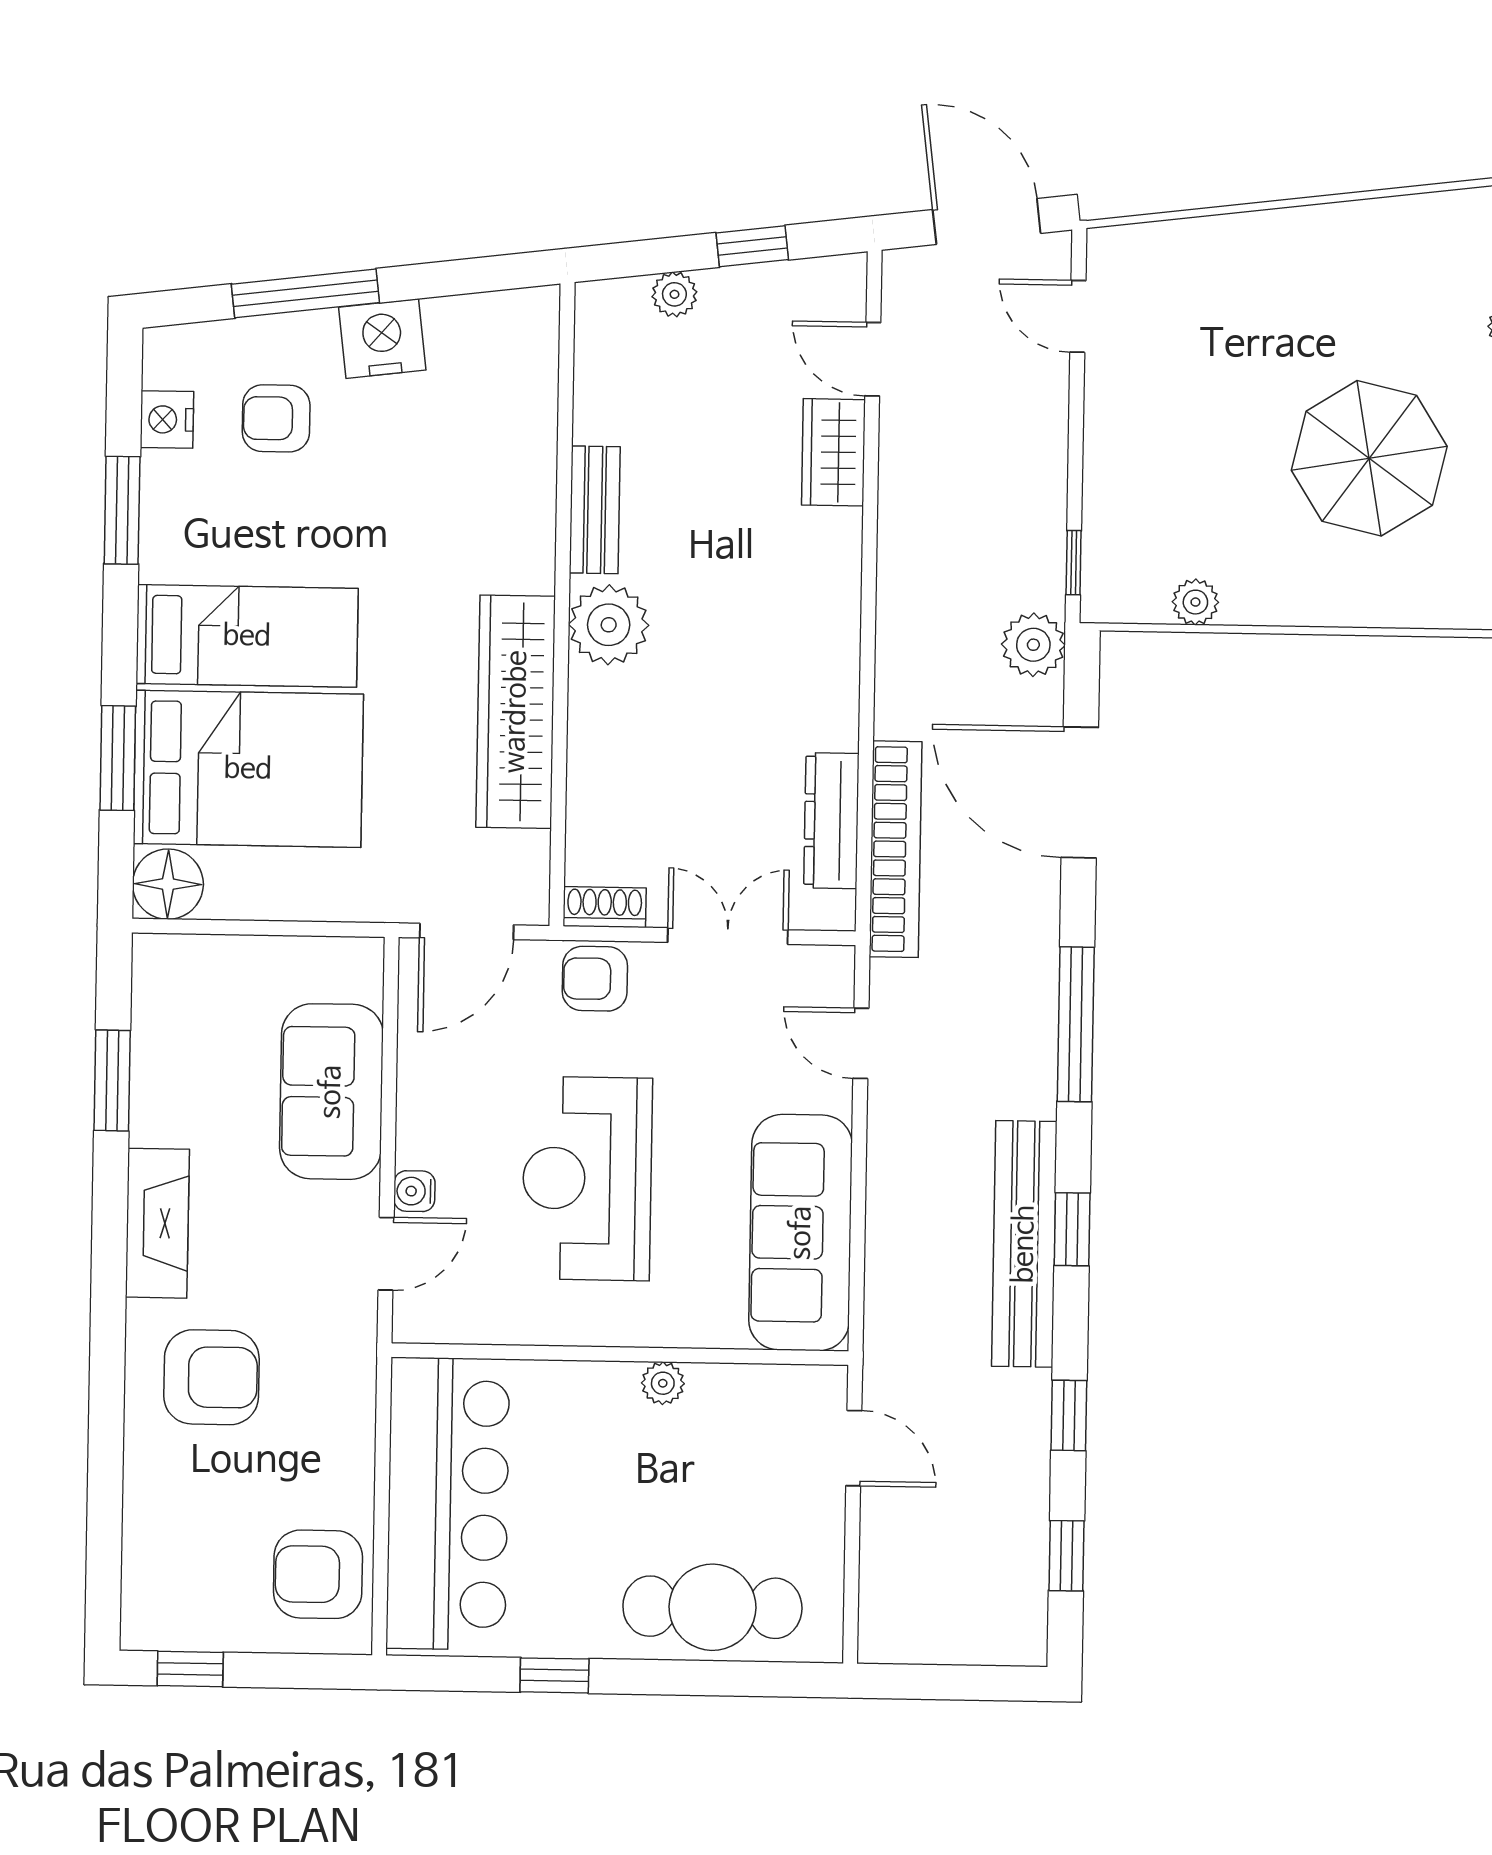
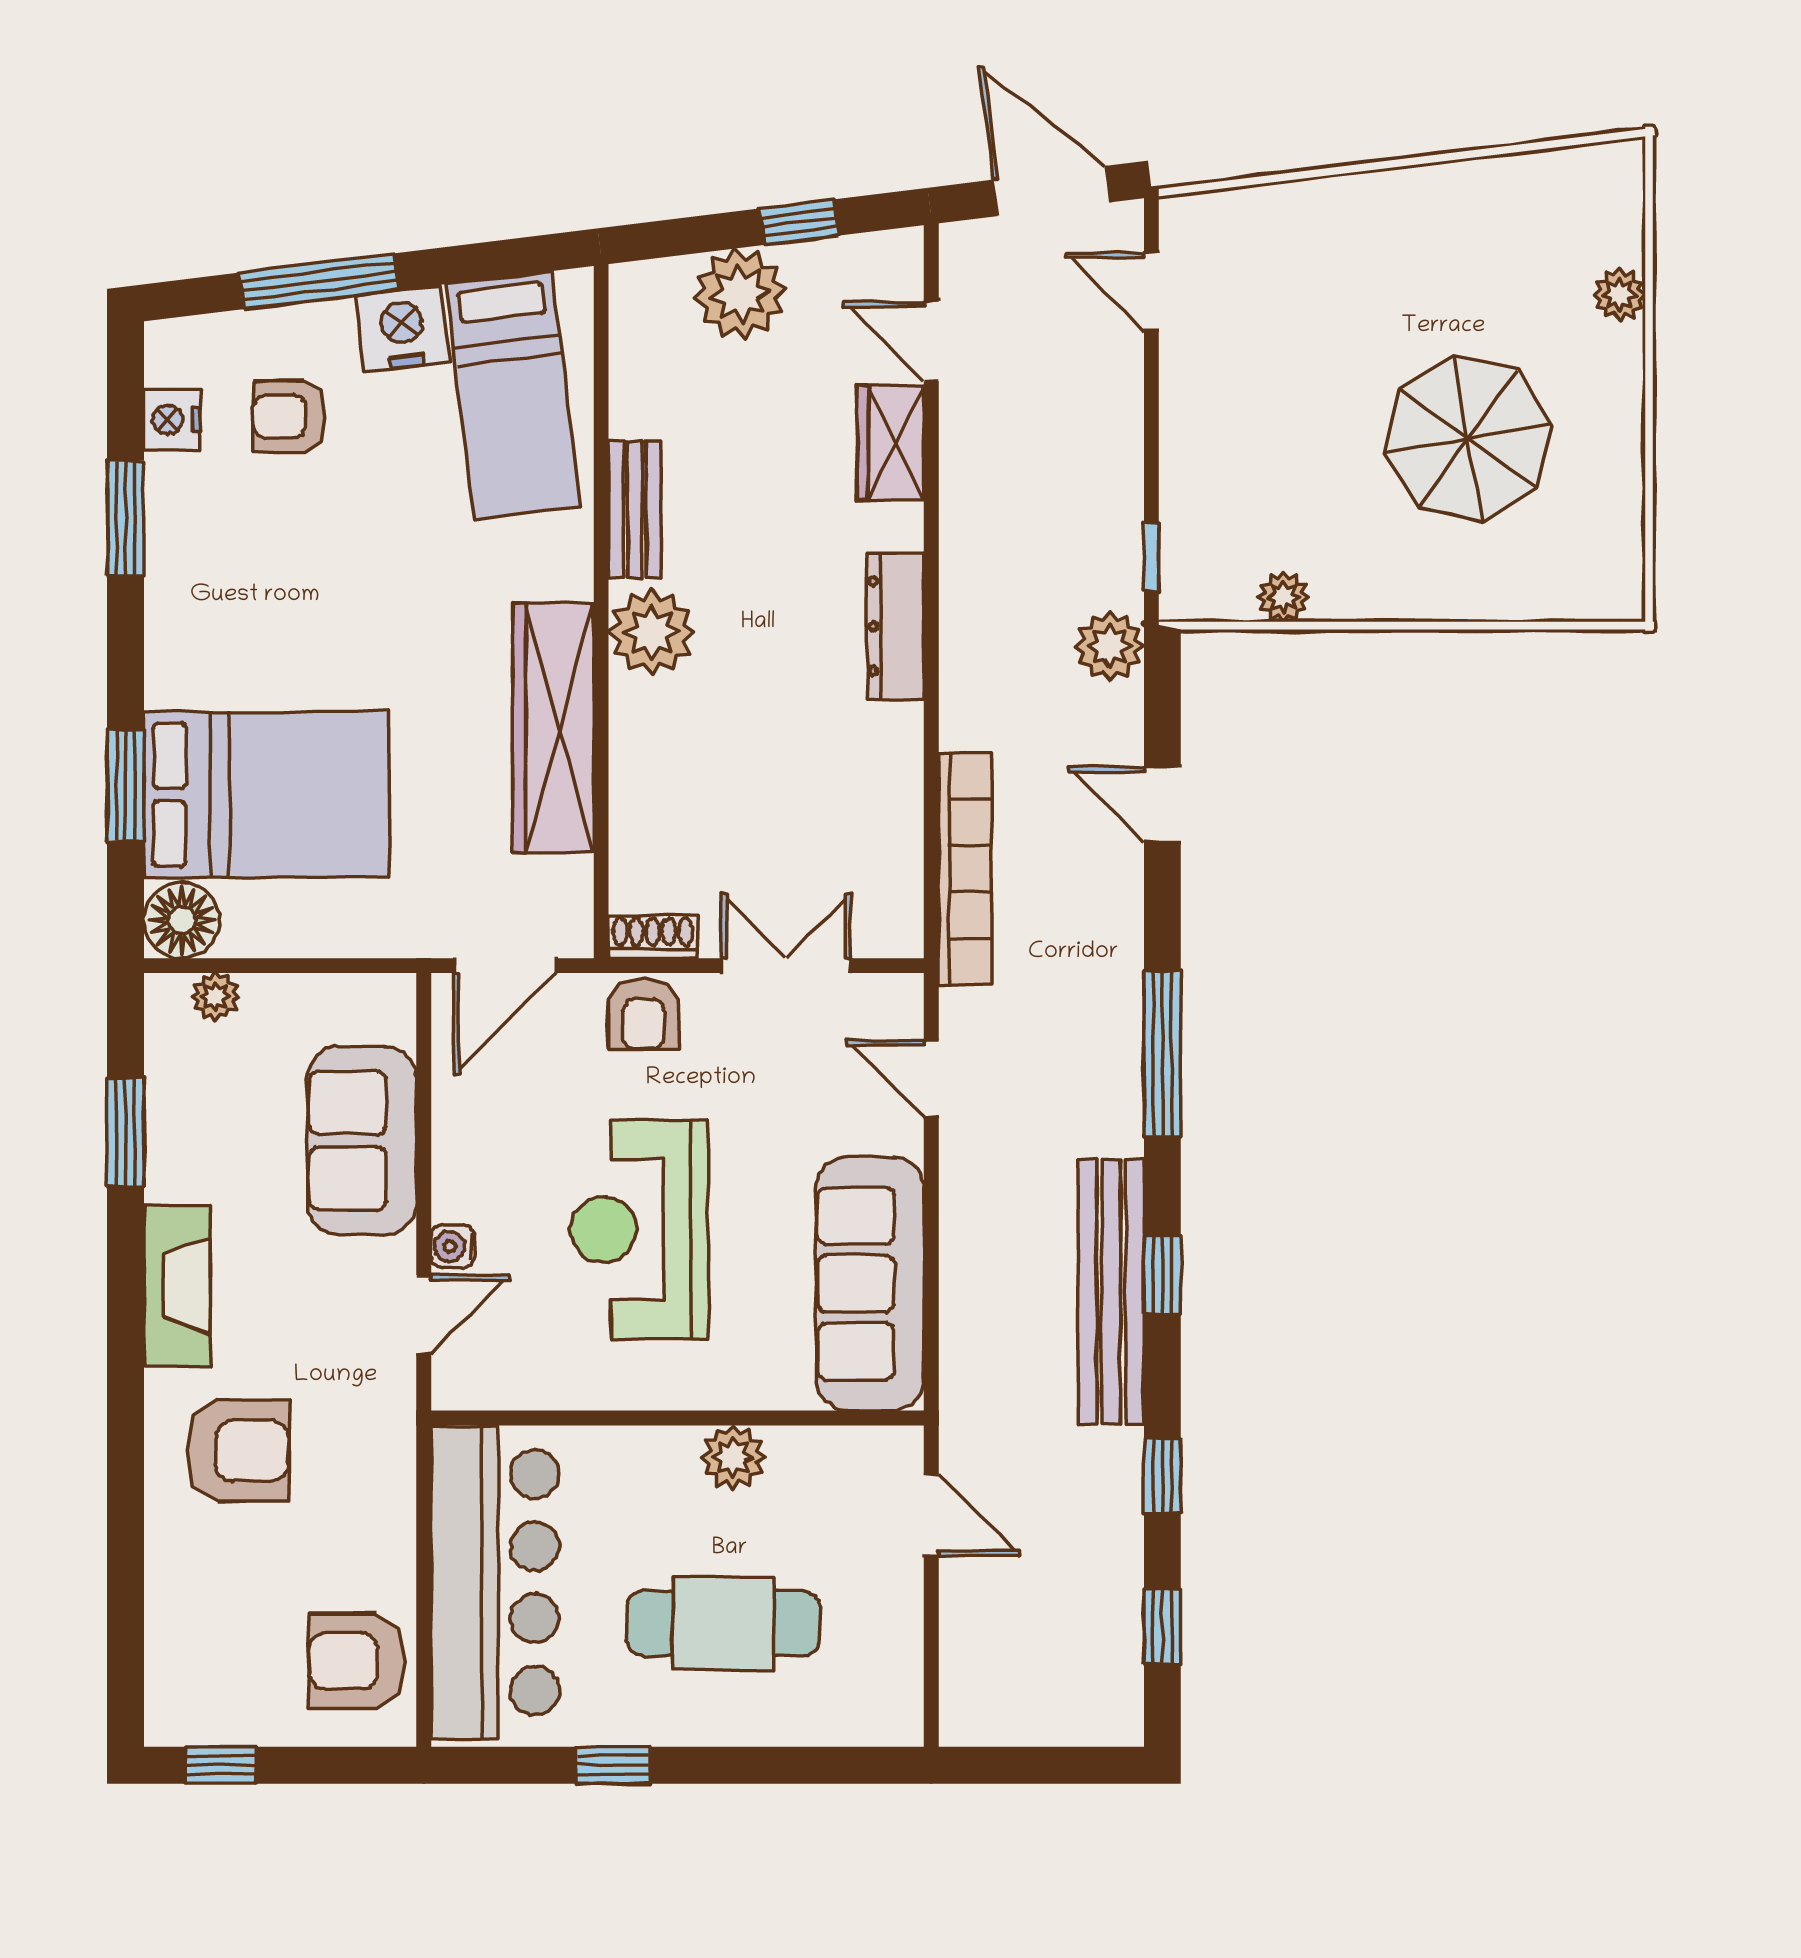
plant: (674, 294) -> (740, 294), width x1.87, depth x1.87
bed: (247, 636) -> (513, 395), moved, turned 83
door: (1080, 792) -> (1162, 804), width x0.53
dresser: (831, 821) -> (895, 626), moved
plant: (198, 956) -> (215, 997), added
armchair: (595, 979) -> (644, 1014), turned -90
plant: (663, 1383) -> (733, 1457), width x1.38, depth x1.38
cafe table: (712, 1607) -> (723, 1623), moved

